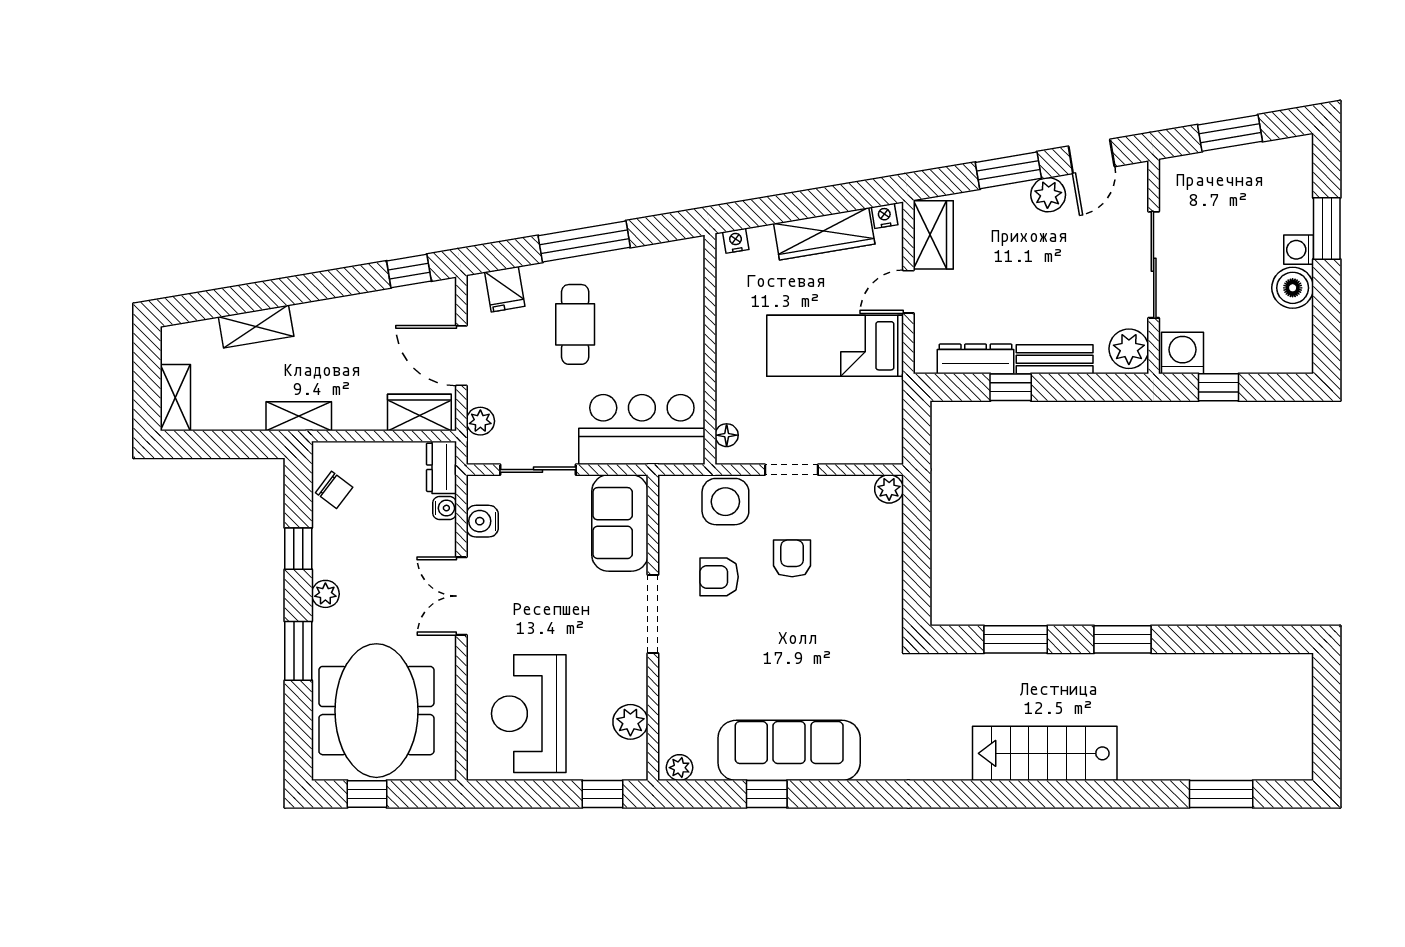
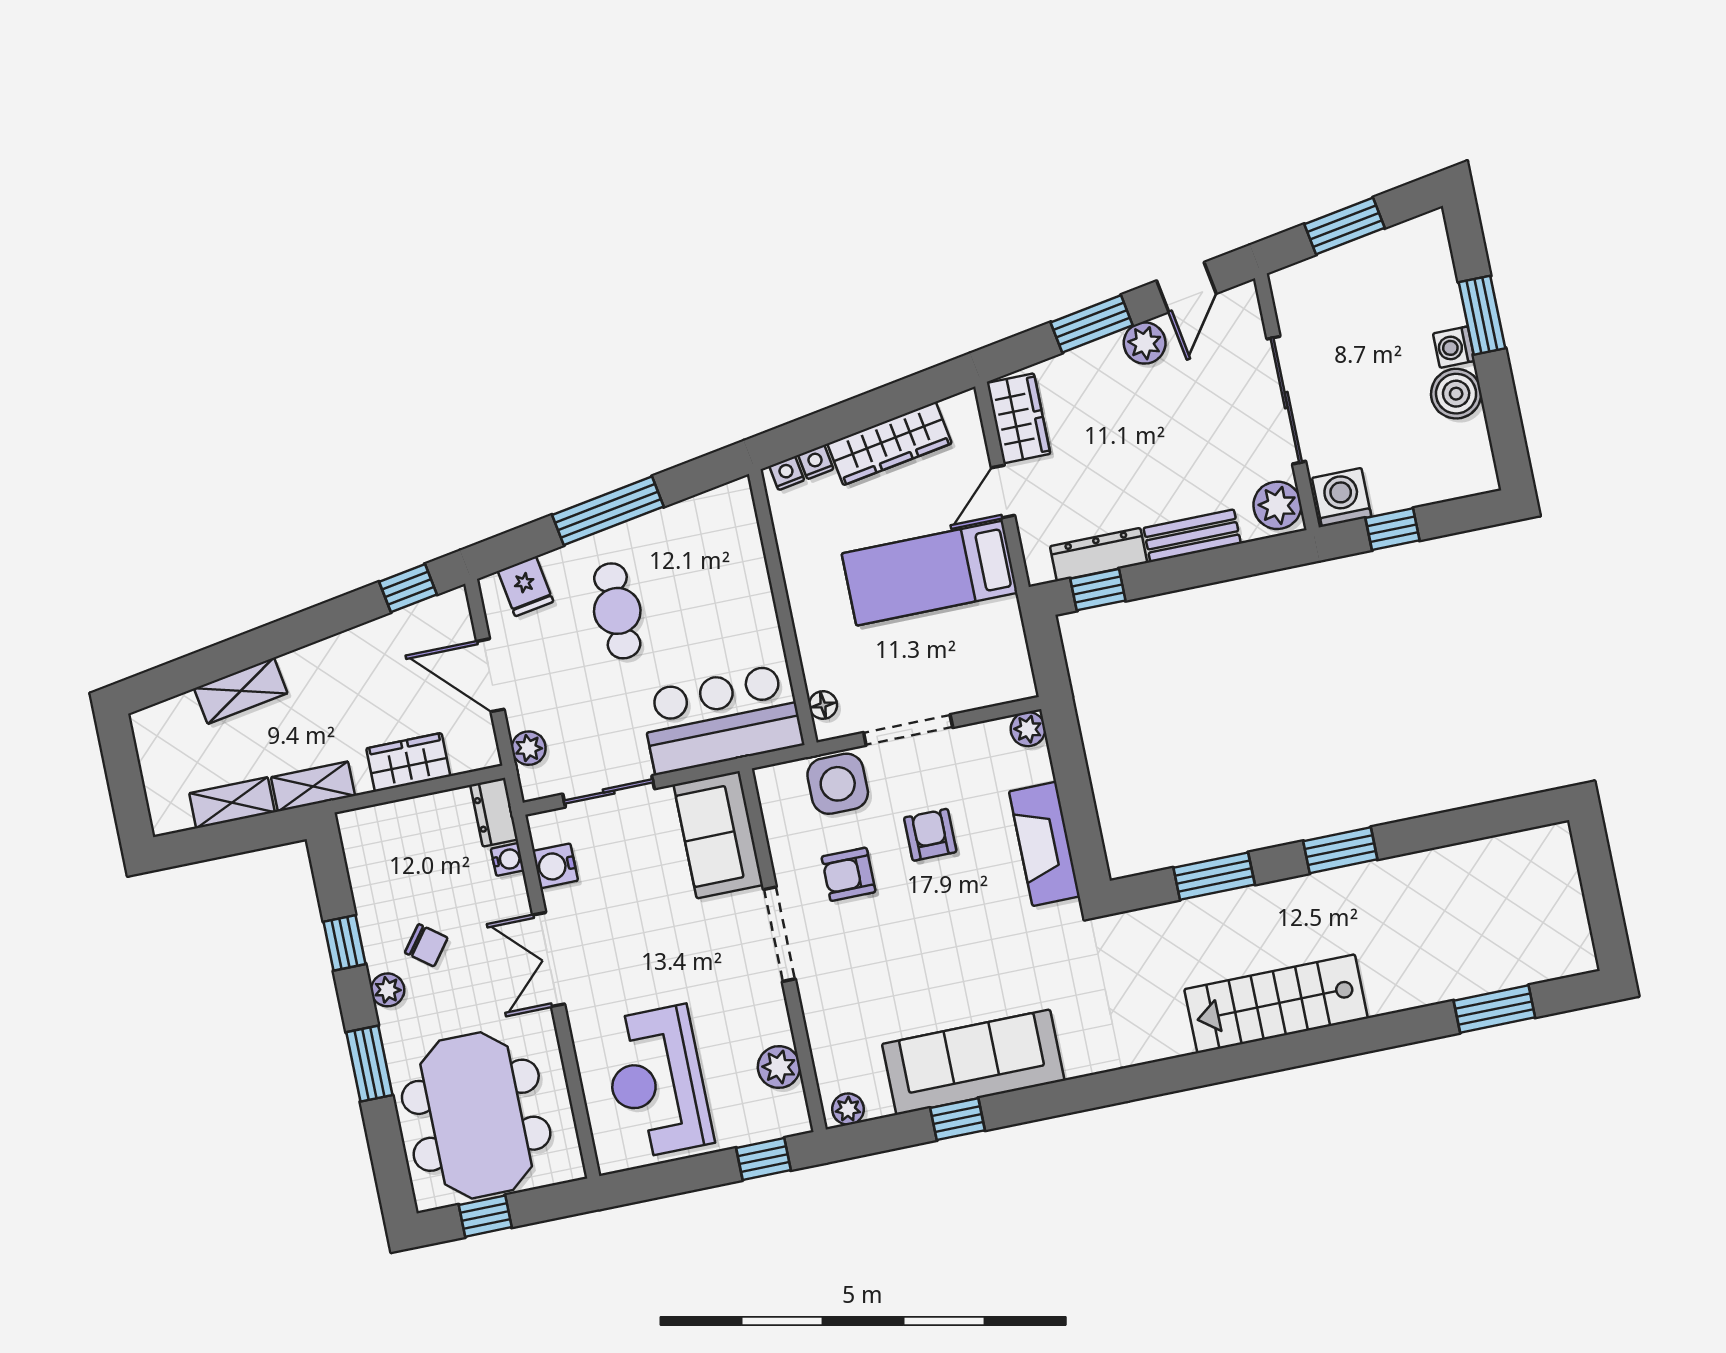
nightstand: (885, 216) -> (816, 462), moved
window: (1011, 387) -> (1098, 590), moved
shelving: (175, 398) -> (232, 803), moved, turned 90
wardrobe: (419, 413) -> (408, 762), moved
doorway: (791, 470) -> (908, 730), width x1.38
chair: (334, 490) -> (426, 945), moved
fireplace: (883, 585) -> (1044, 844), added

